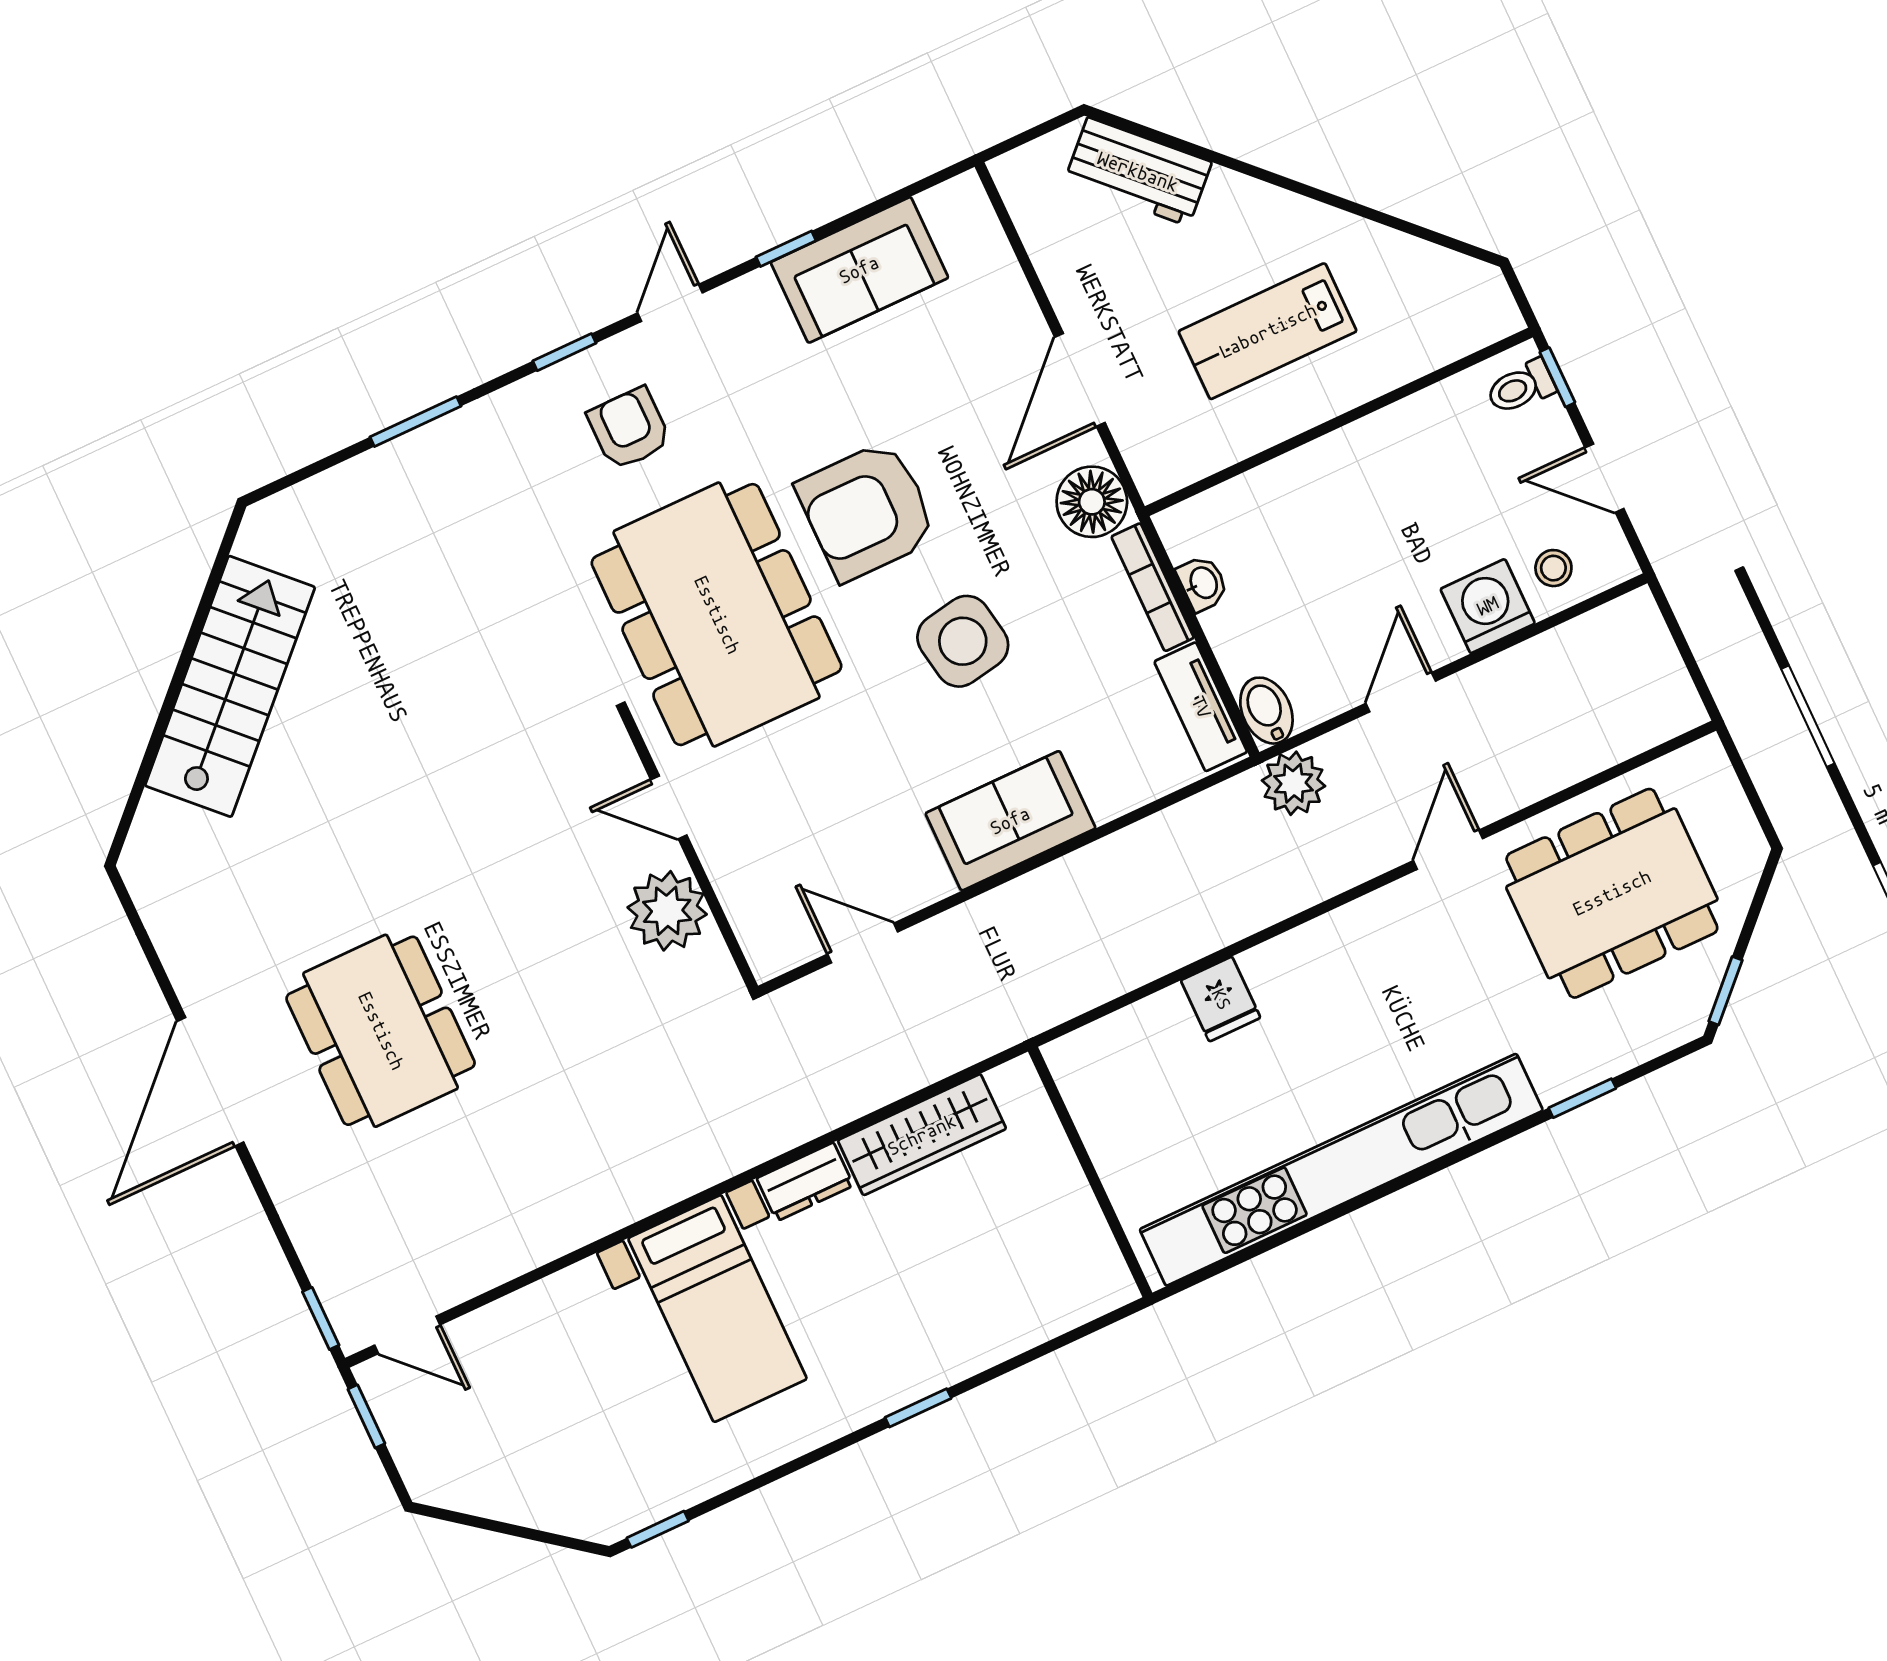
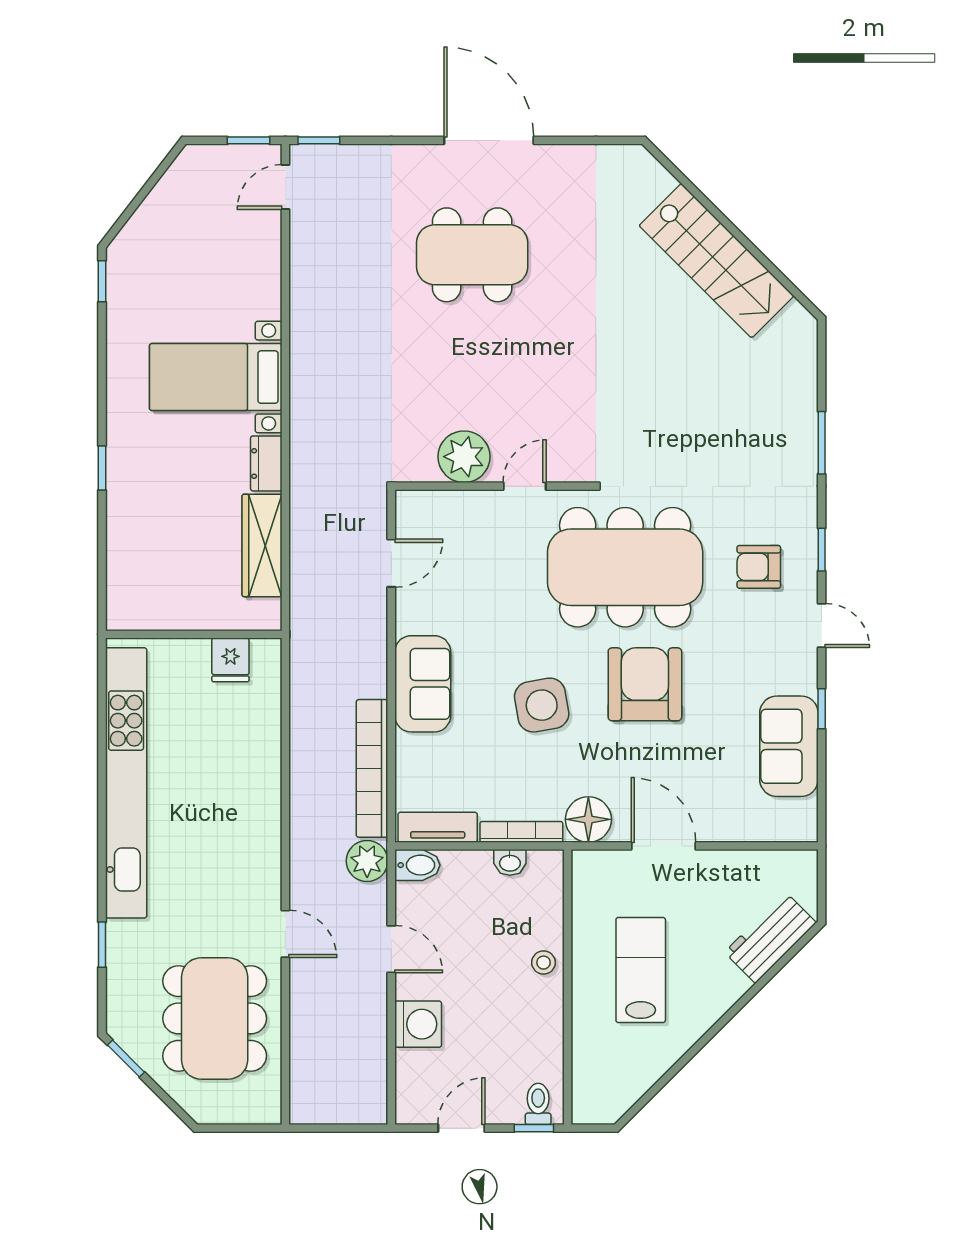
armchair: (629, 429) -> (759, 567), turned 180
stool: (1553, 568) -> (544, 963), moved
bookcase: (1161, 836) -> (372, 768), added
fridge: (1221, 999) -> (230, 660), moved, turned -90

